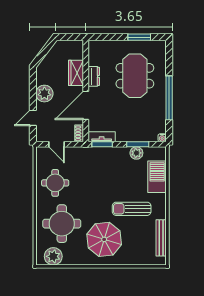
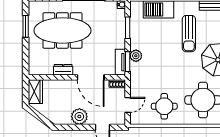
wardrobe: (76, 73) -> (35, 92), moved, turned -90
meeting table: (135, 76) -> (62, 30), width x1.36
plant: (136, 153) -> (136, 56), moved

